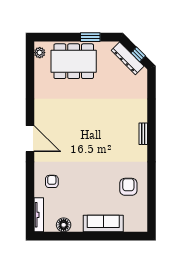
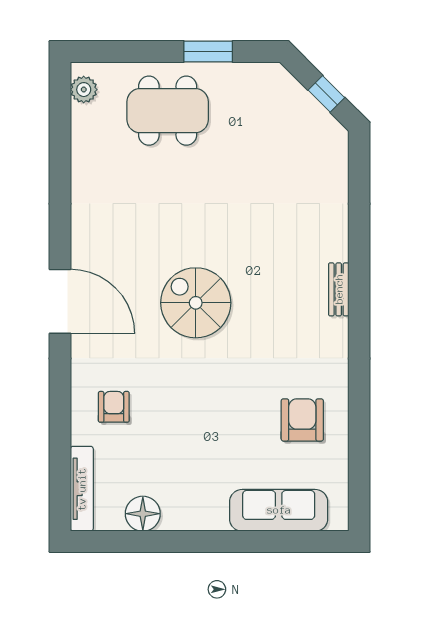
dresser: (128, 58) -> (300, 104), removed
dining table: (74, 61) -> (168, 111), width x0.73, depth x0.80
spiral stairs: (85, 139) -> (196, 303), added
sofa: (103, 224) -> (279, 510), moved

